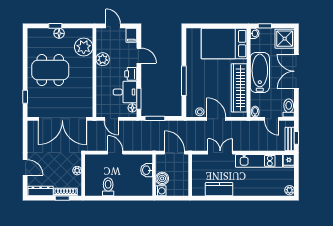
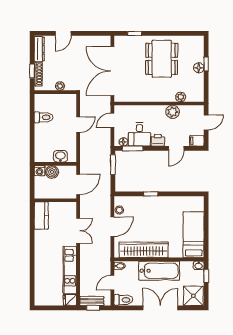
bed: (224, 44) -> (194, 235), width x0.67
plant: (84, 47) -> (181, 97), width x0.53, depth x0.53
window: (184, 81) -> (151, 194), width x0.46
kitchen counter: (219, 189) -> (41, 216), moved
plant: (290, 190) -> (40, 301), removed

